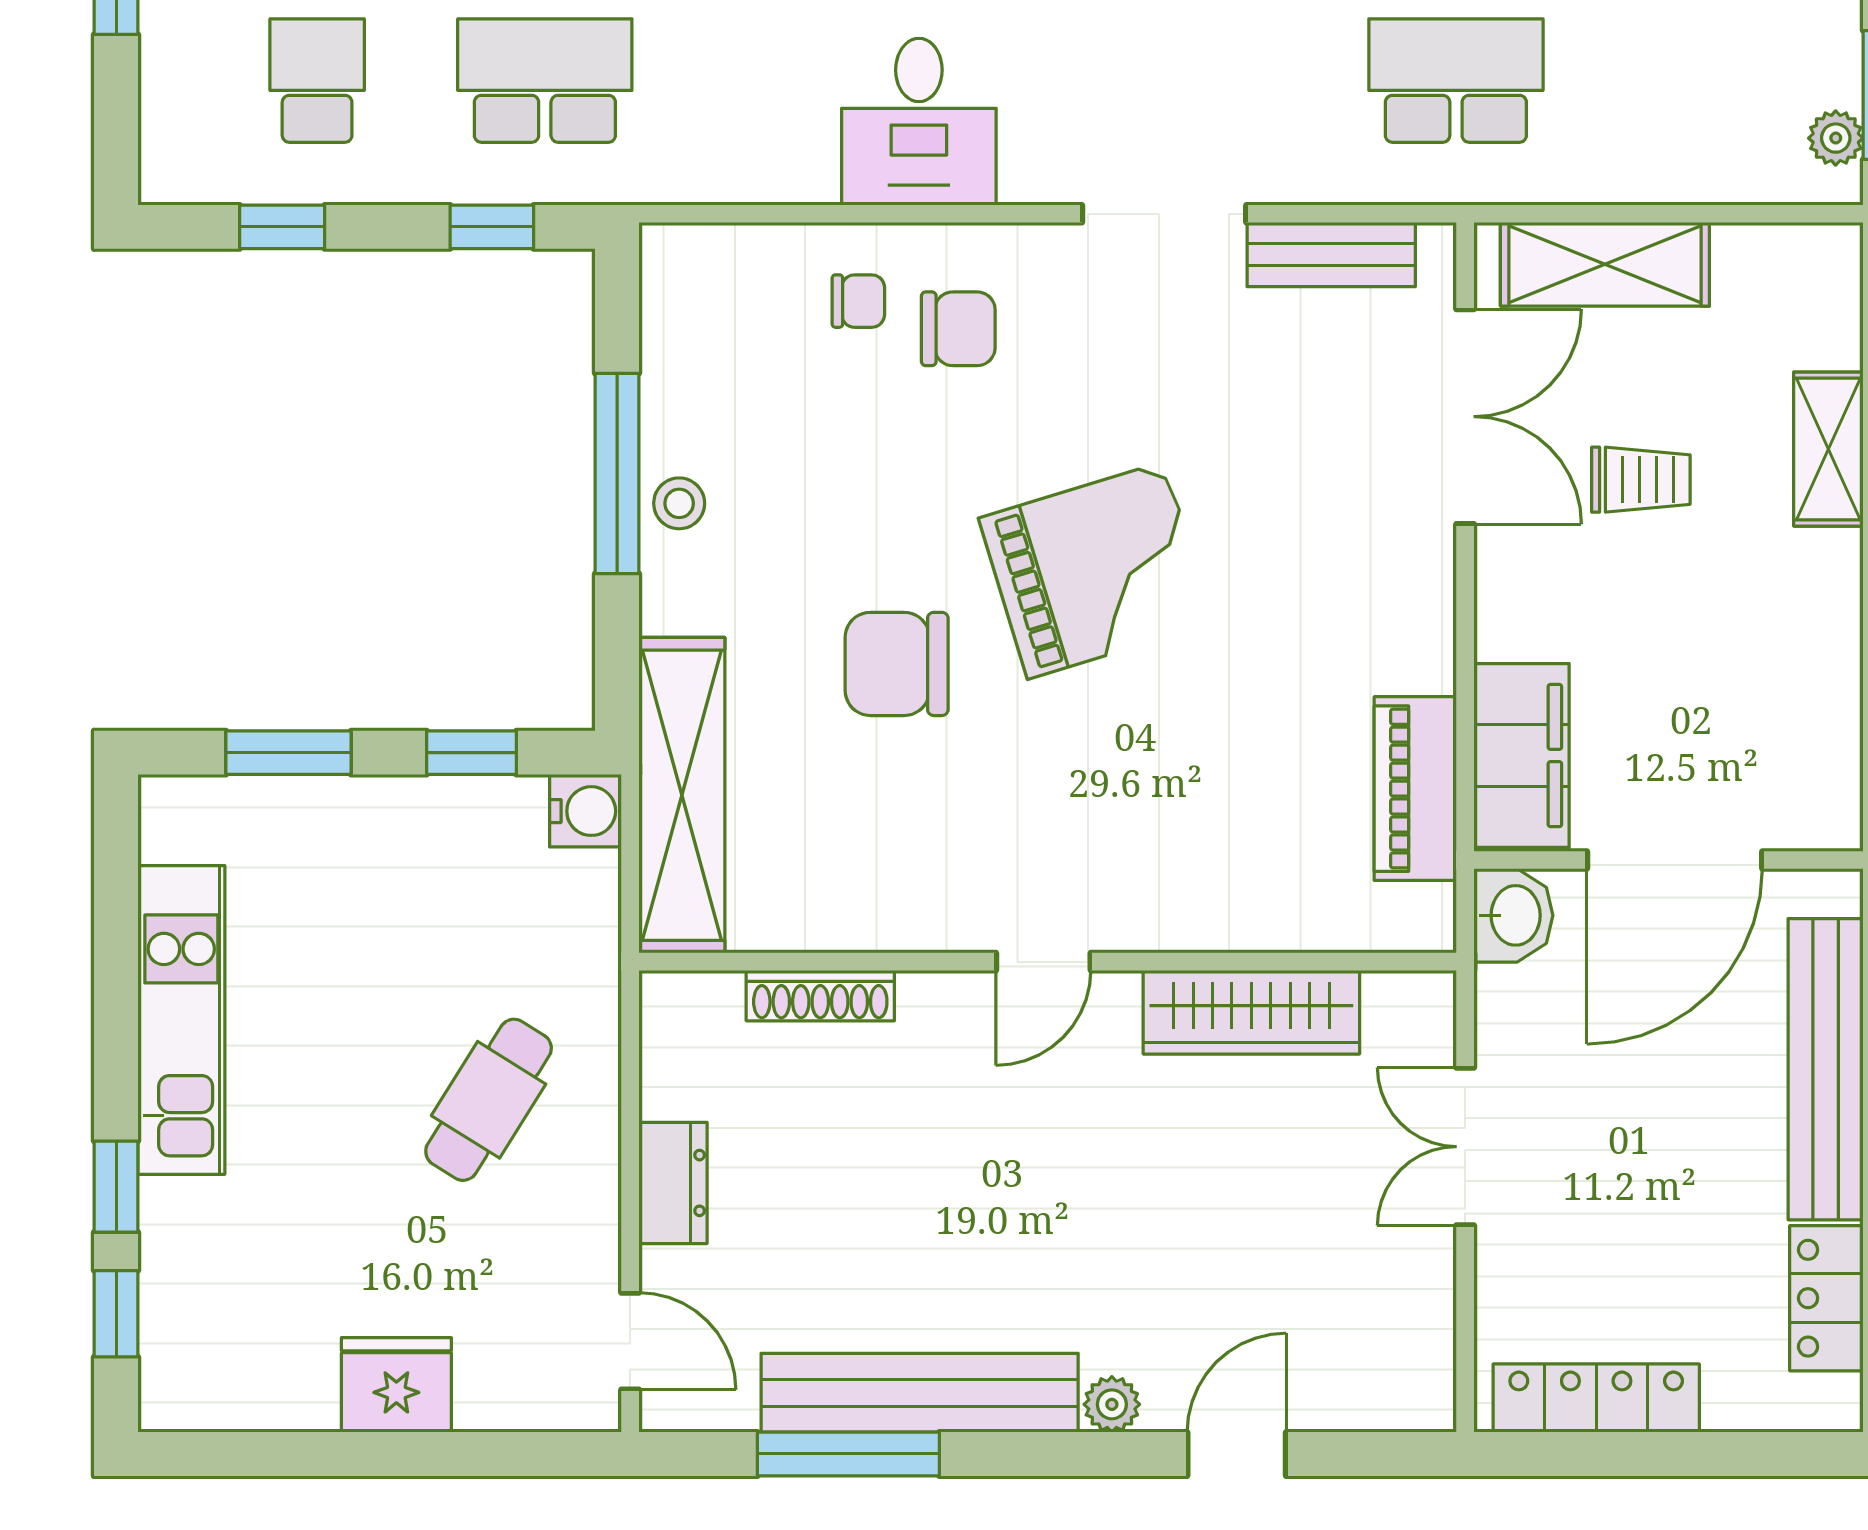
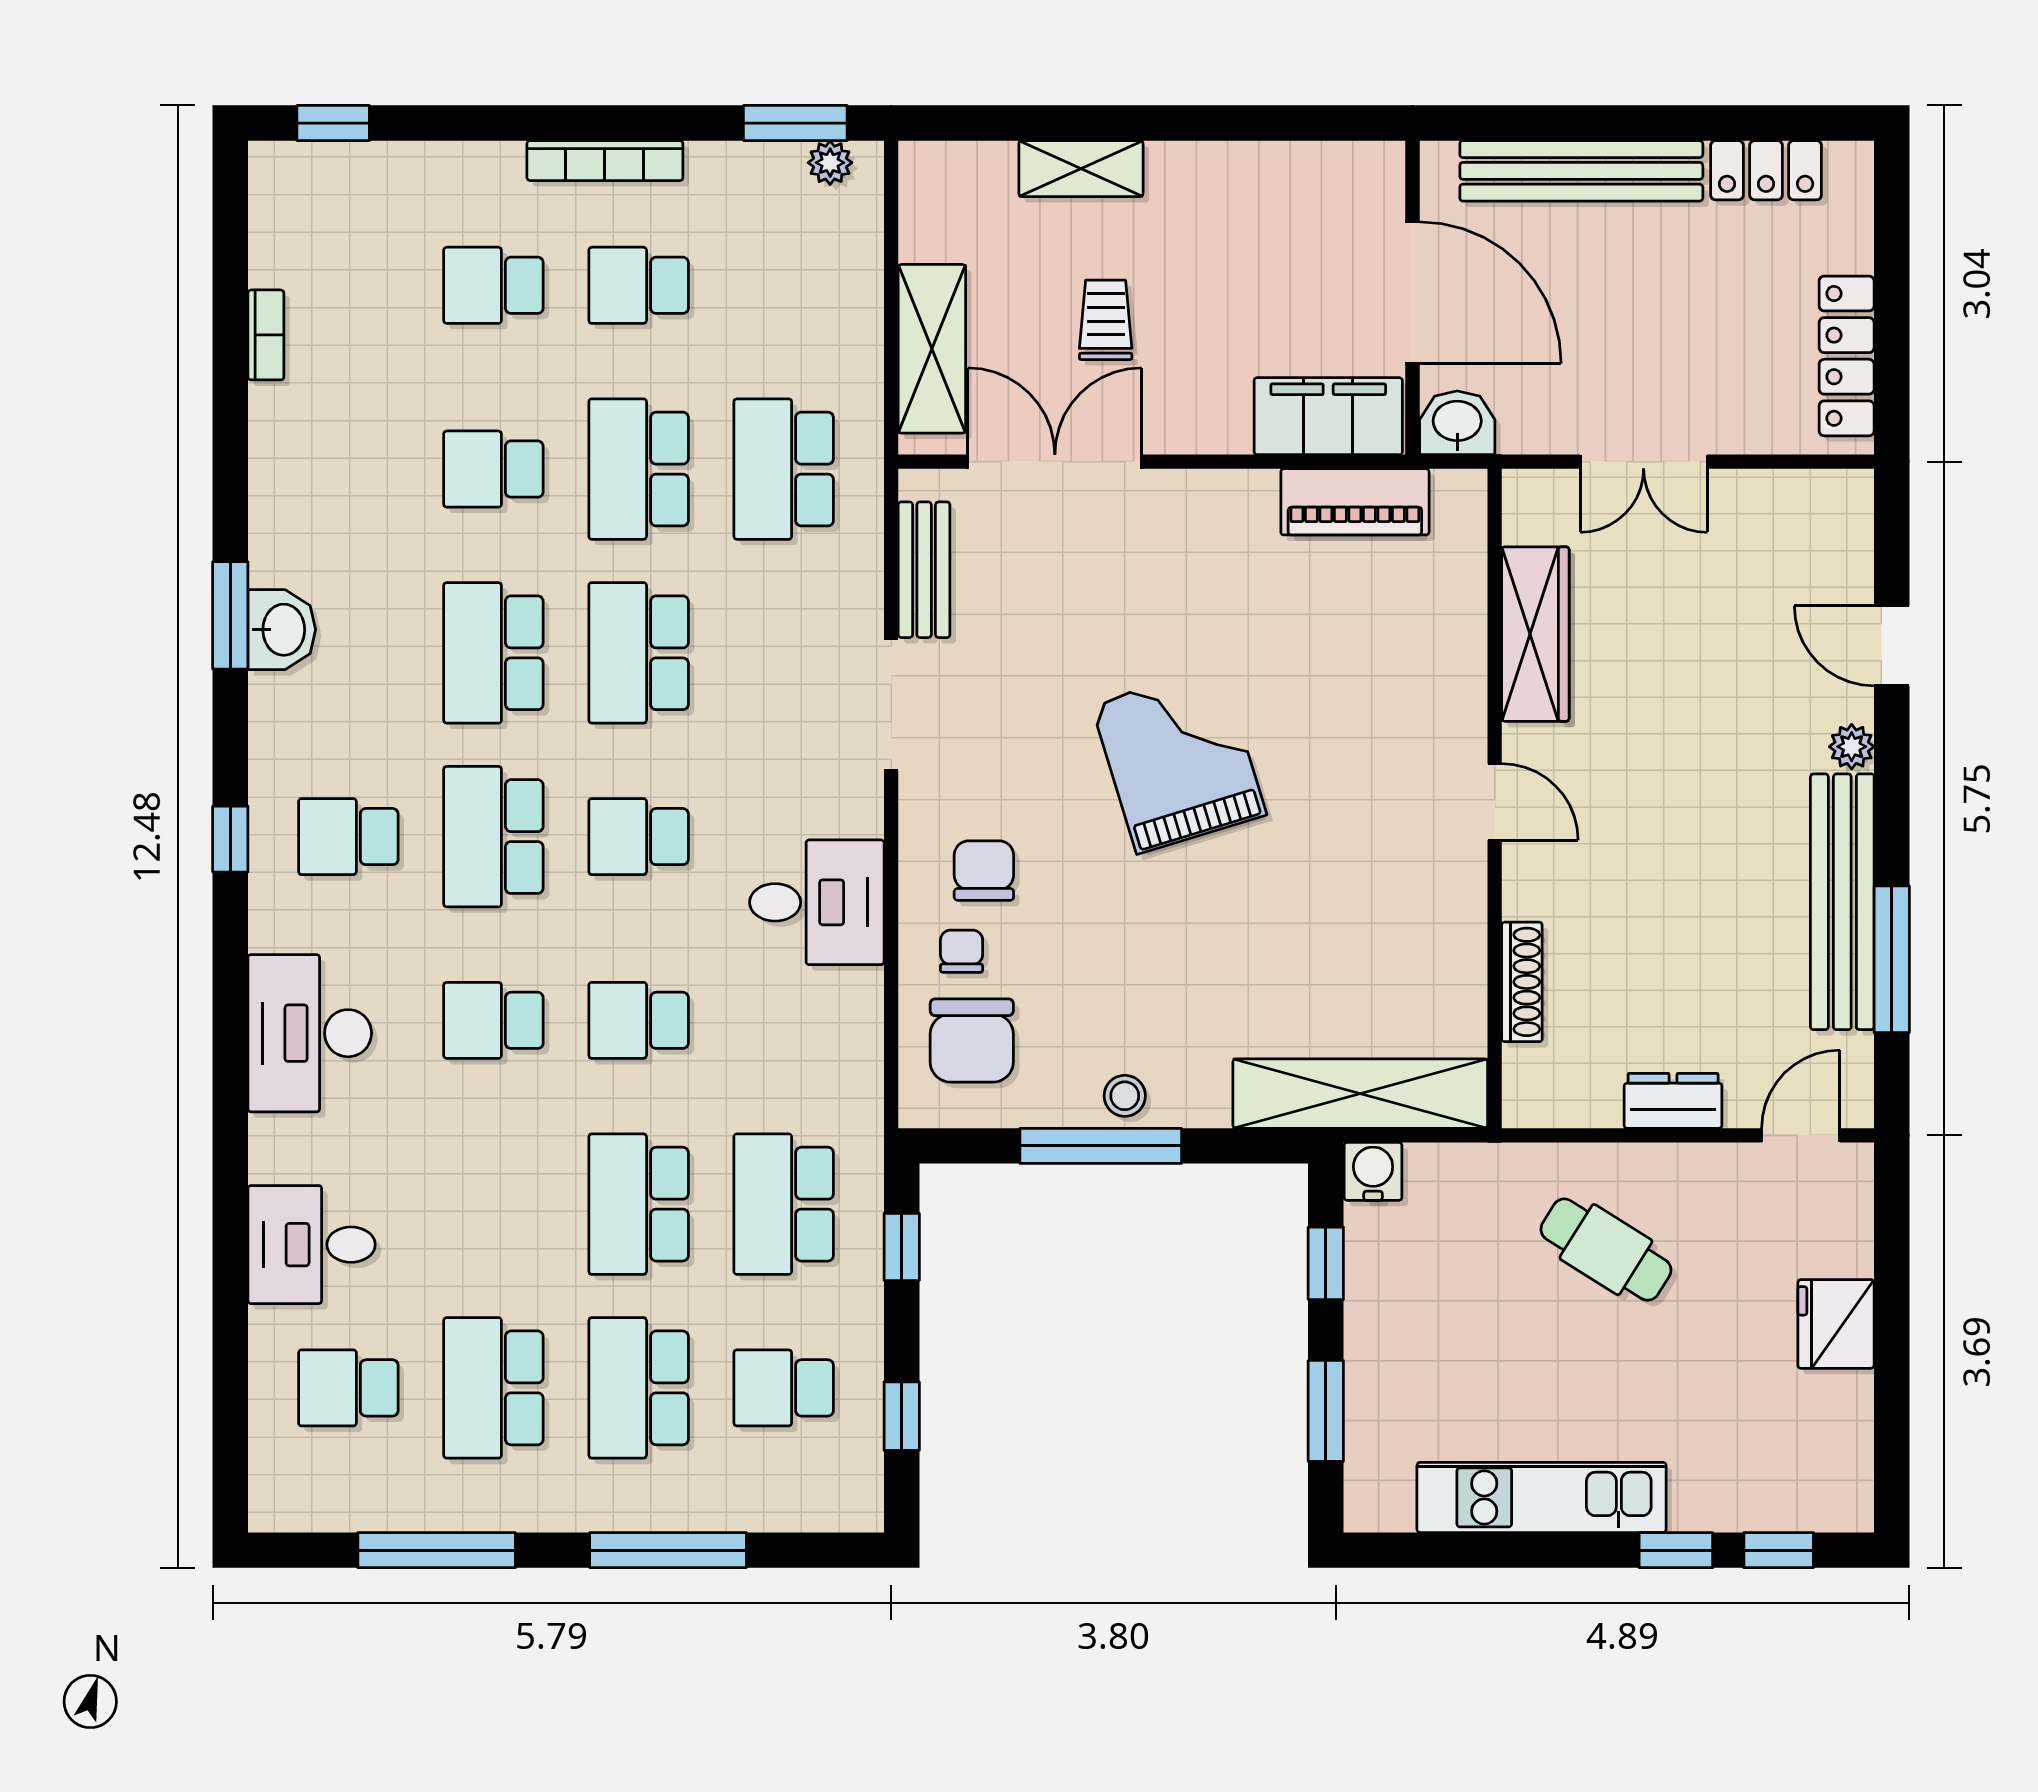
chair: (897, 664) -> (972, 1041), moved

